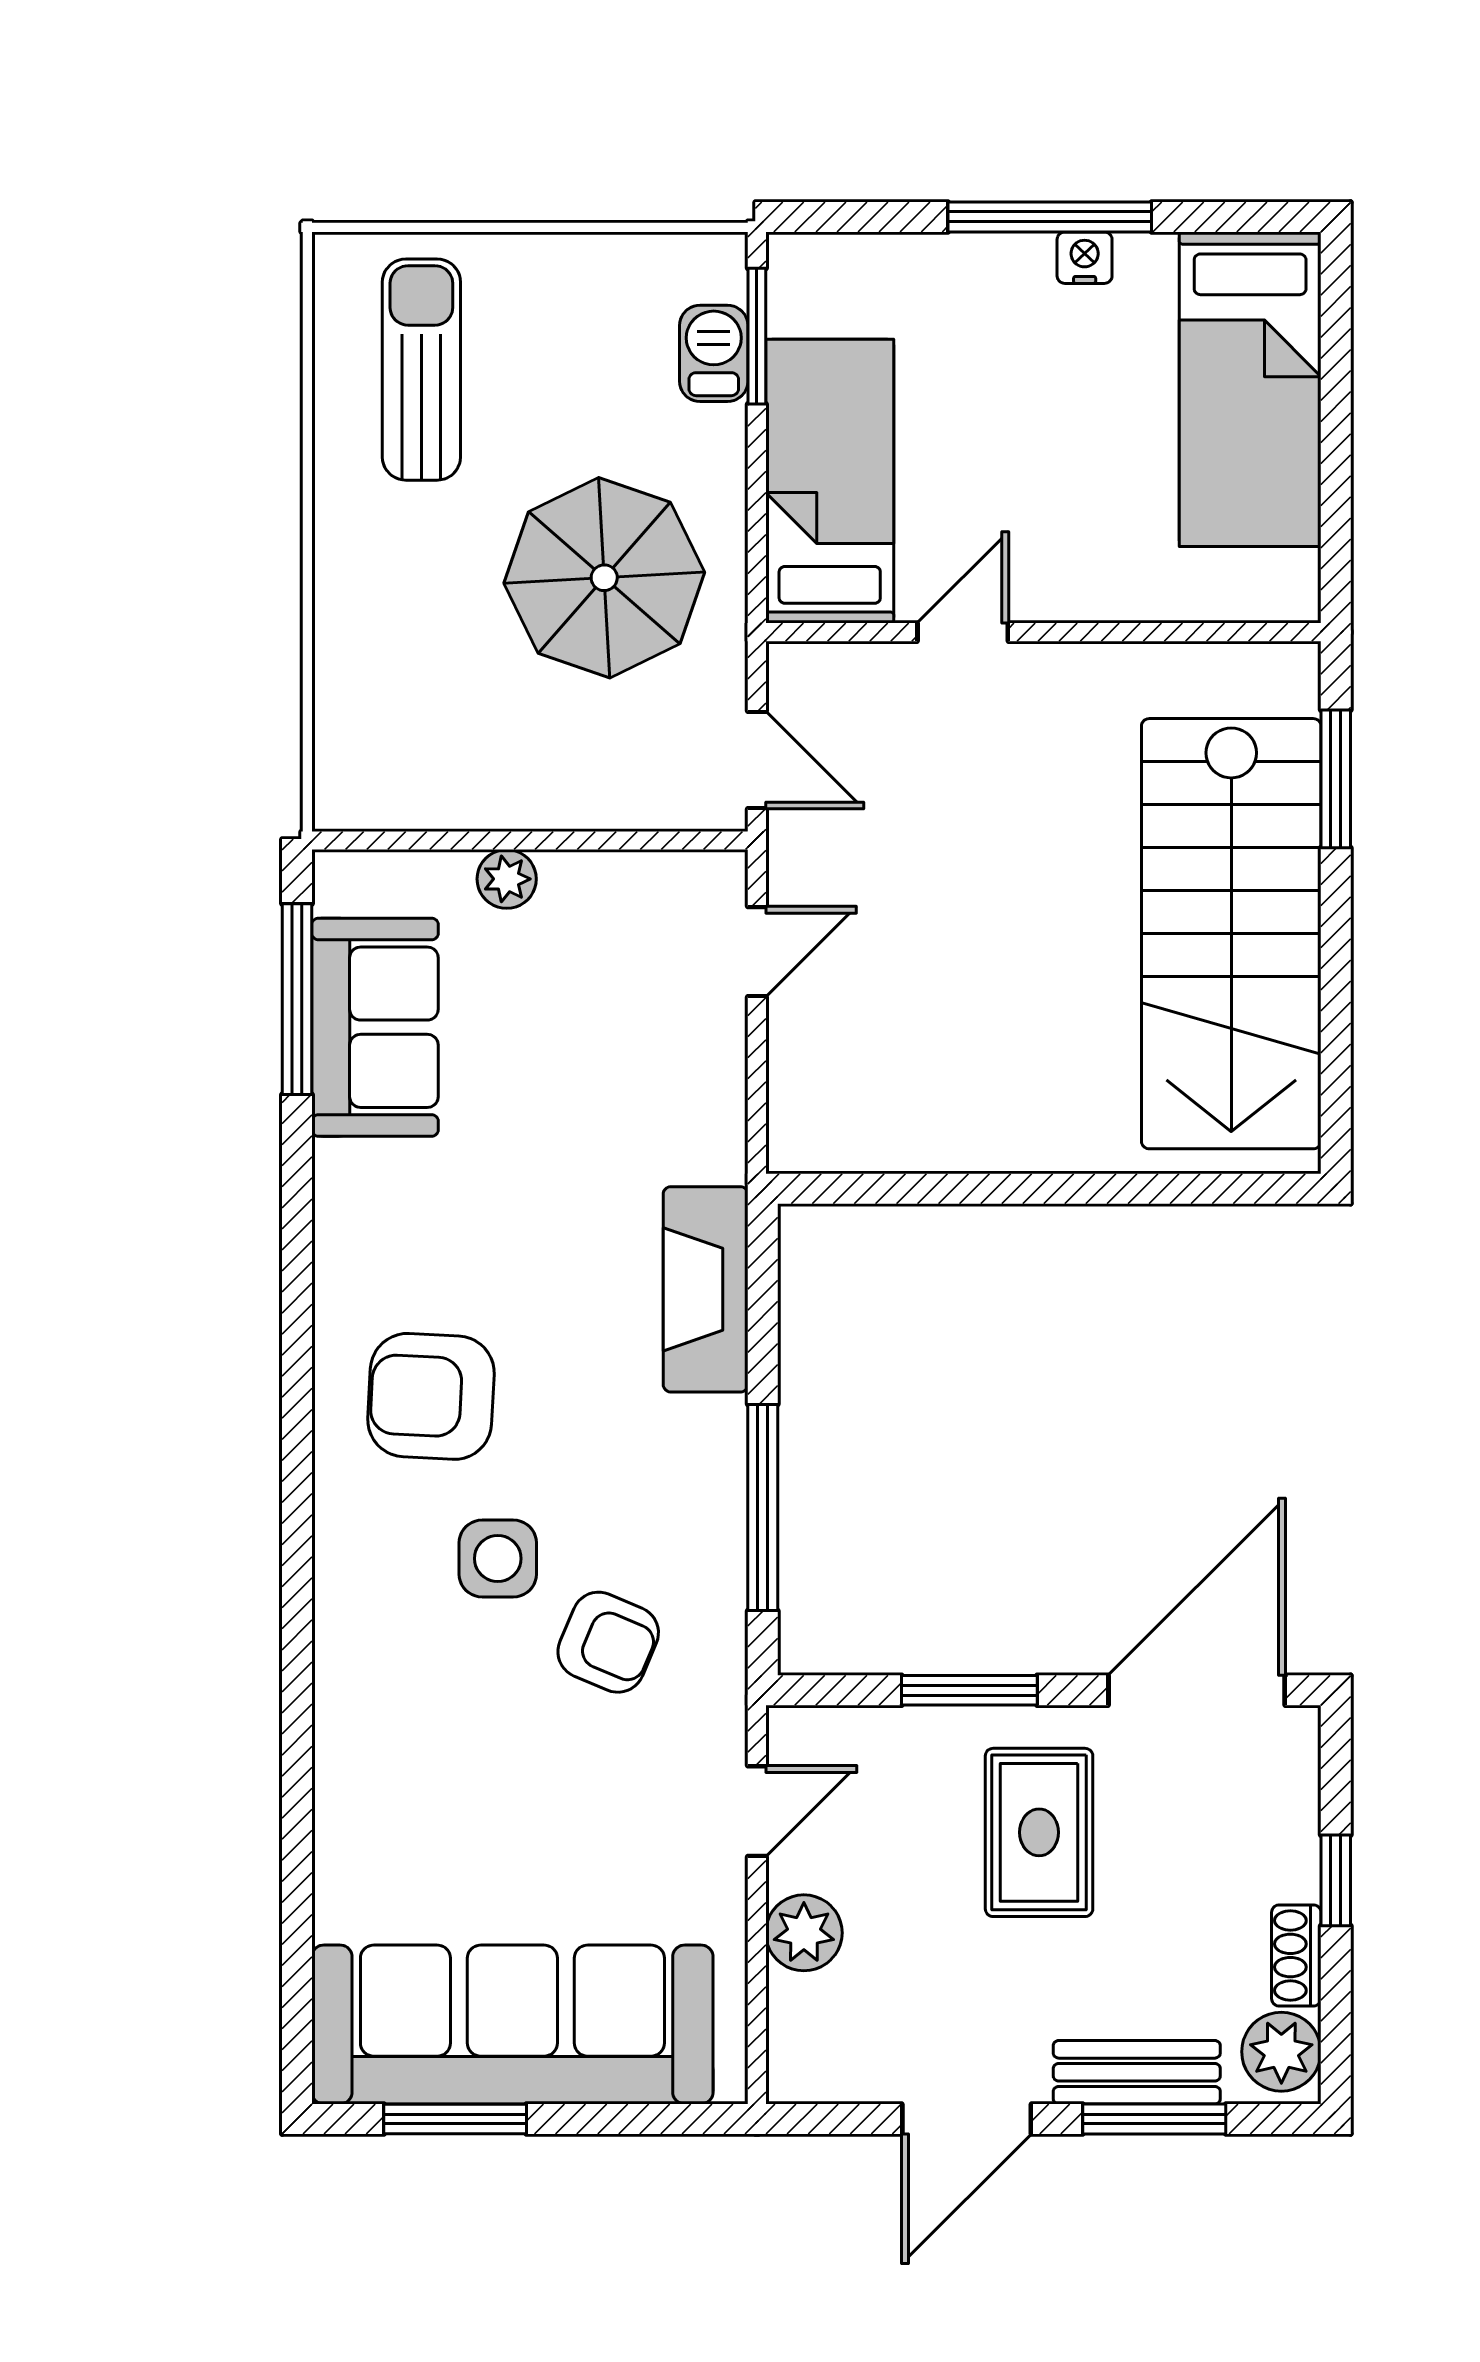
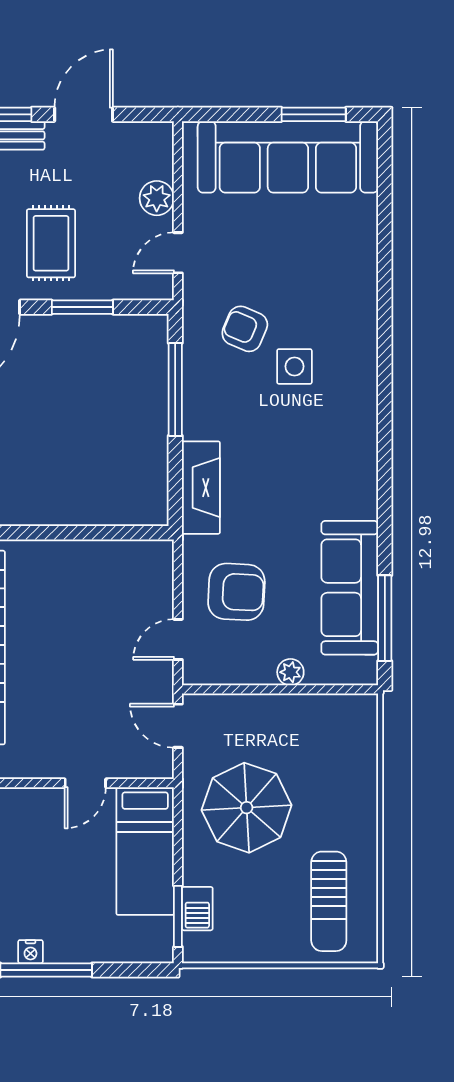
sofa: (375, 1027) -> (350, 588), width x1.36
armchair: (431, 1396) -> (236, 592), moved

